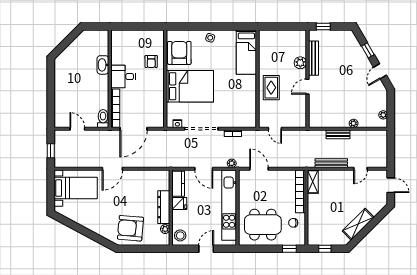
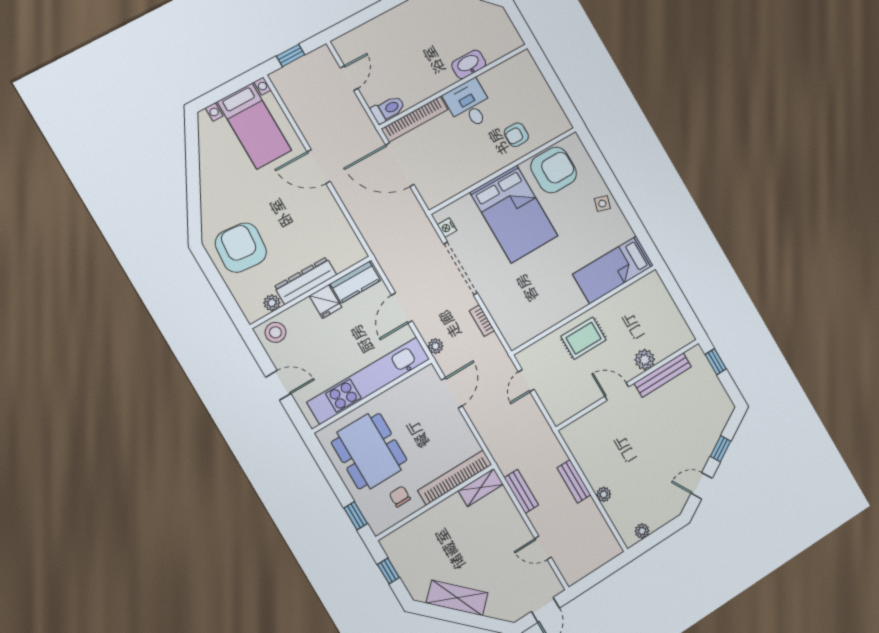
bench: (331, 163) -> (521, 491), width x0.73

